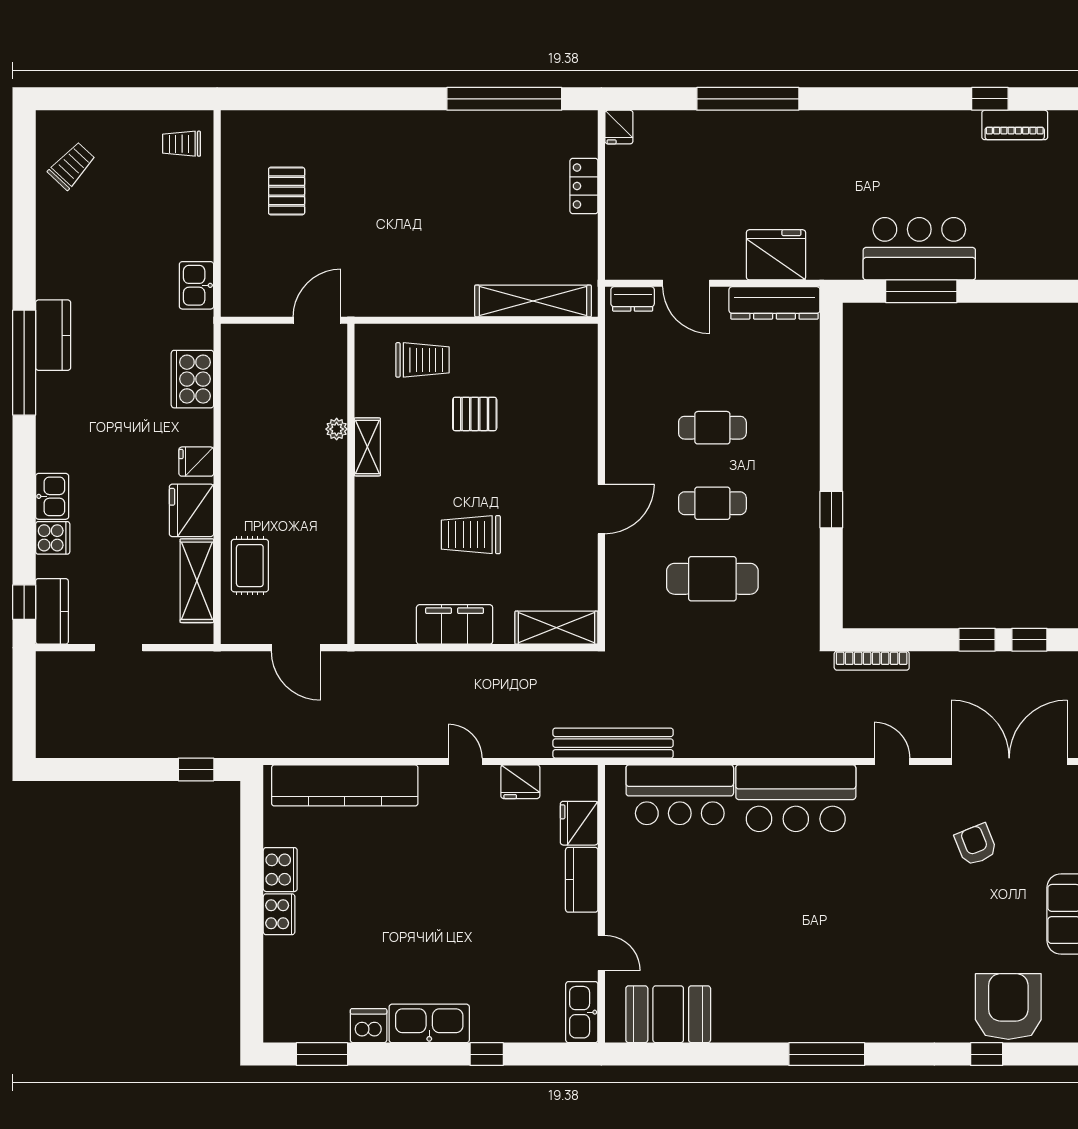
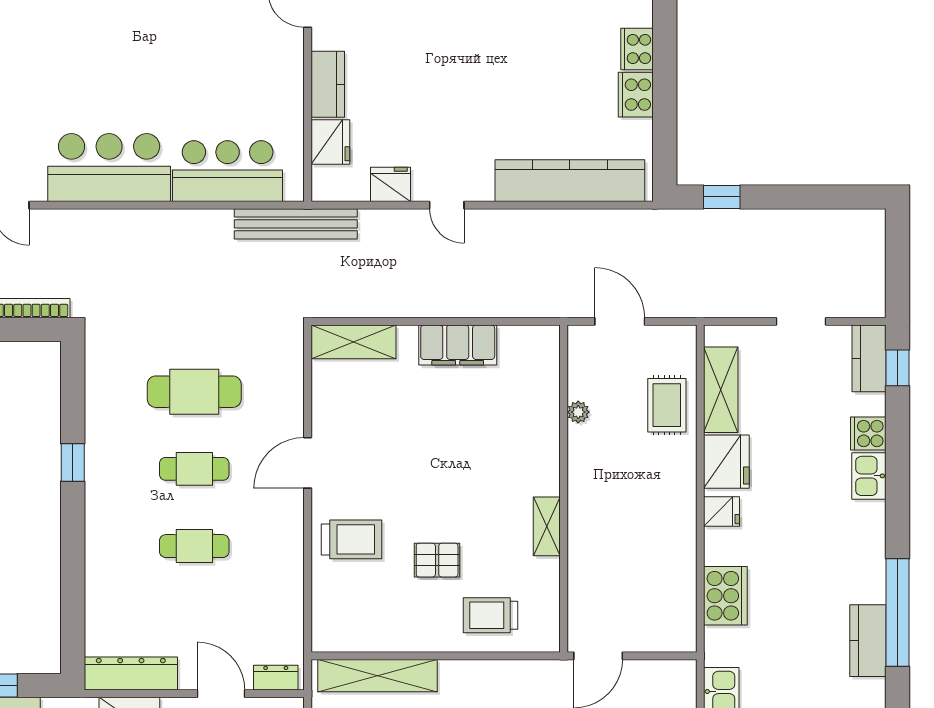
plant: (337, 429) -> (578, 412), moved
trolley: (471, 535) -> (351, 539), moved

